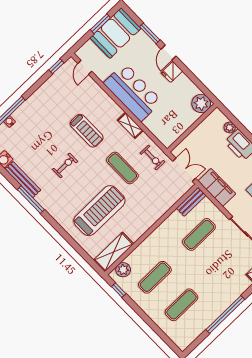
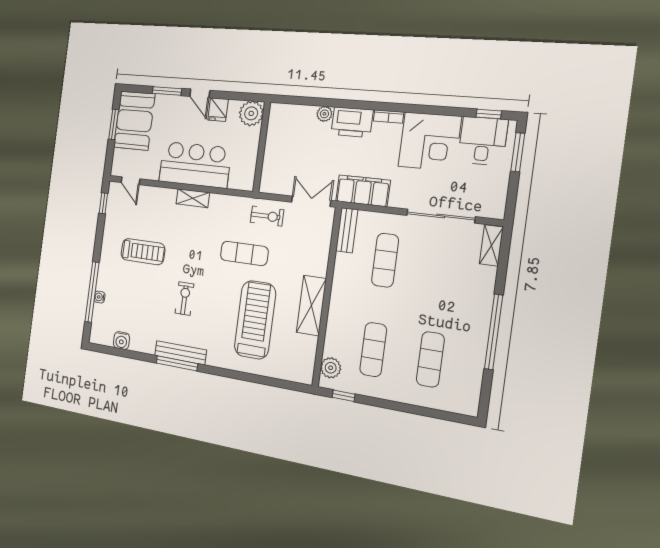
plant: (201, 103) -> (251, 113), moved
shelving: (130, 125) -> (193, 198), moved
wall: (192, 128) -> (262, 147), moved
treadmill: (87, 131) -> (143, 252), moved
bench: (23, 179) -> (180, 353), moved
shelving: (114, 252) -> (311, 306), moved

